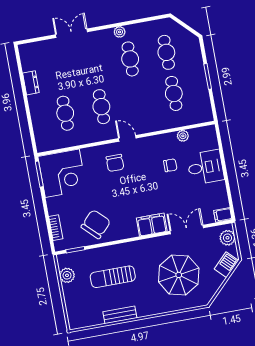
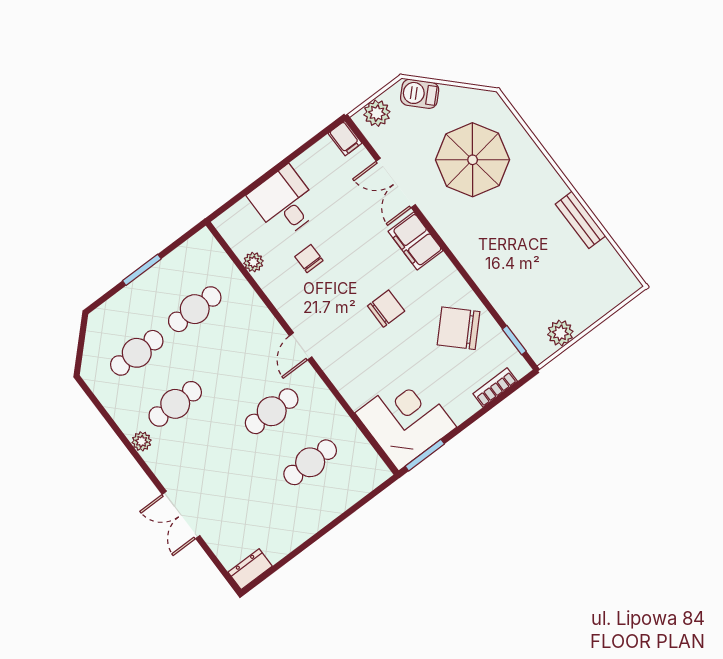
dresser: (31, 83) -> (250, 569), moved
chair: (115, 163) -> (386, 309), moved
sun lounger: (113, 277) -> (527, 261), removed

